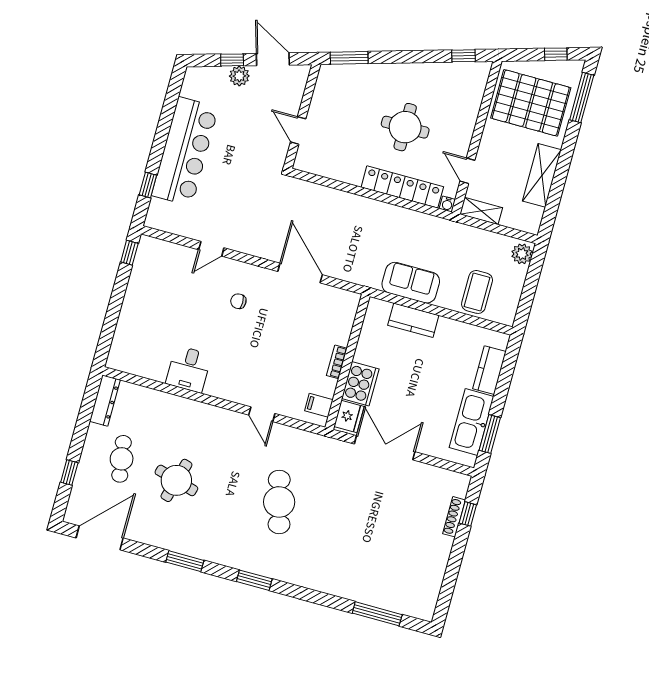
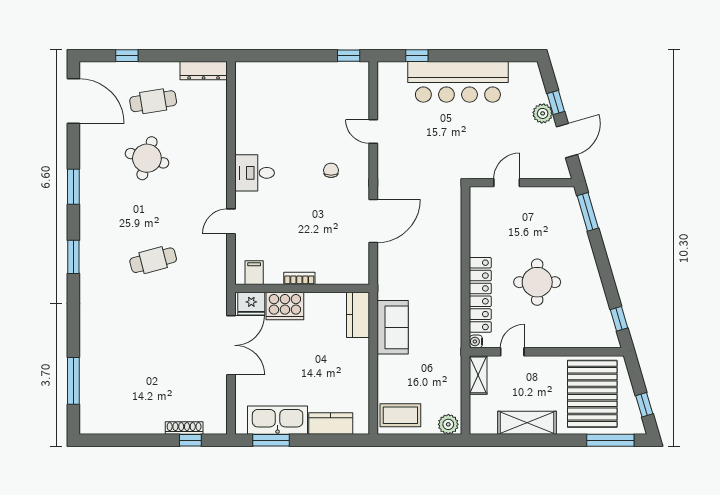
coffee table: (477, 292) -> (400, 415), moved
kitchen counter: (413, 320) -> (358, 315), moved
desk: (189, 369) -> (255, 173), moved
cafe table: (279, 502) -> (153, 260), width x0.73, depth x0.74

